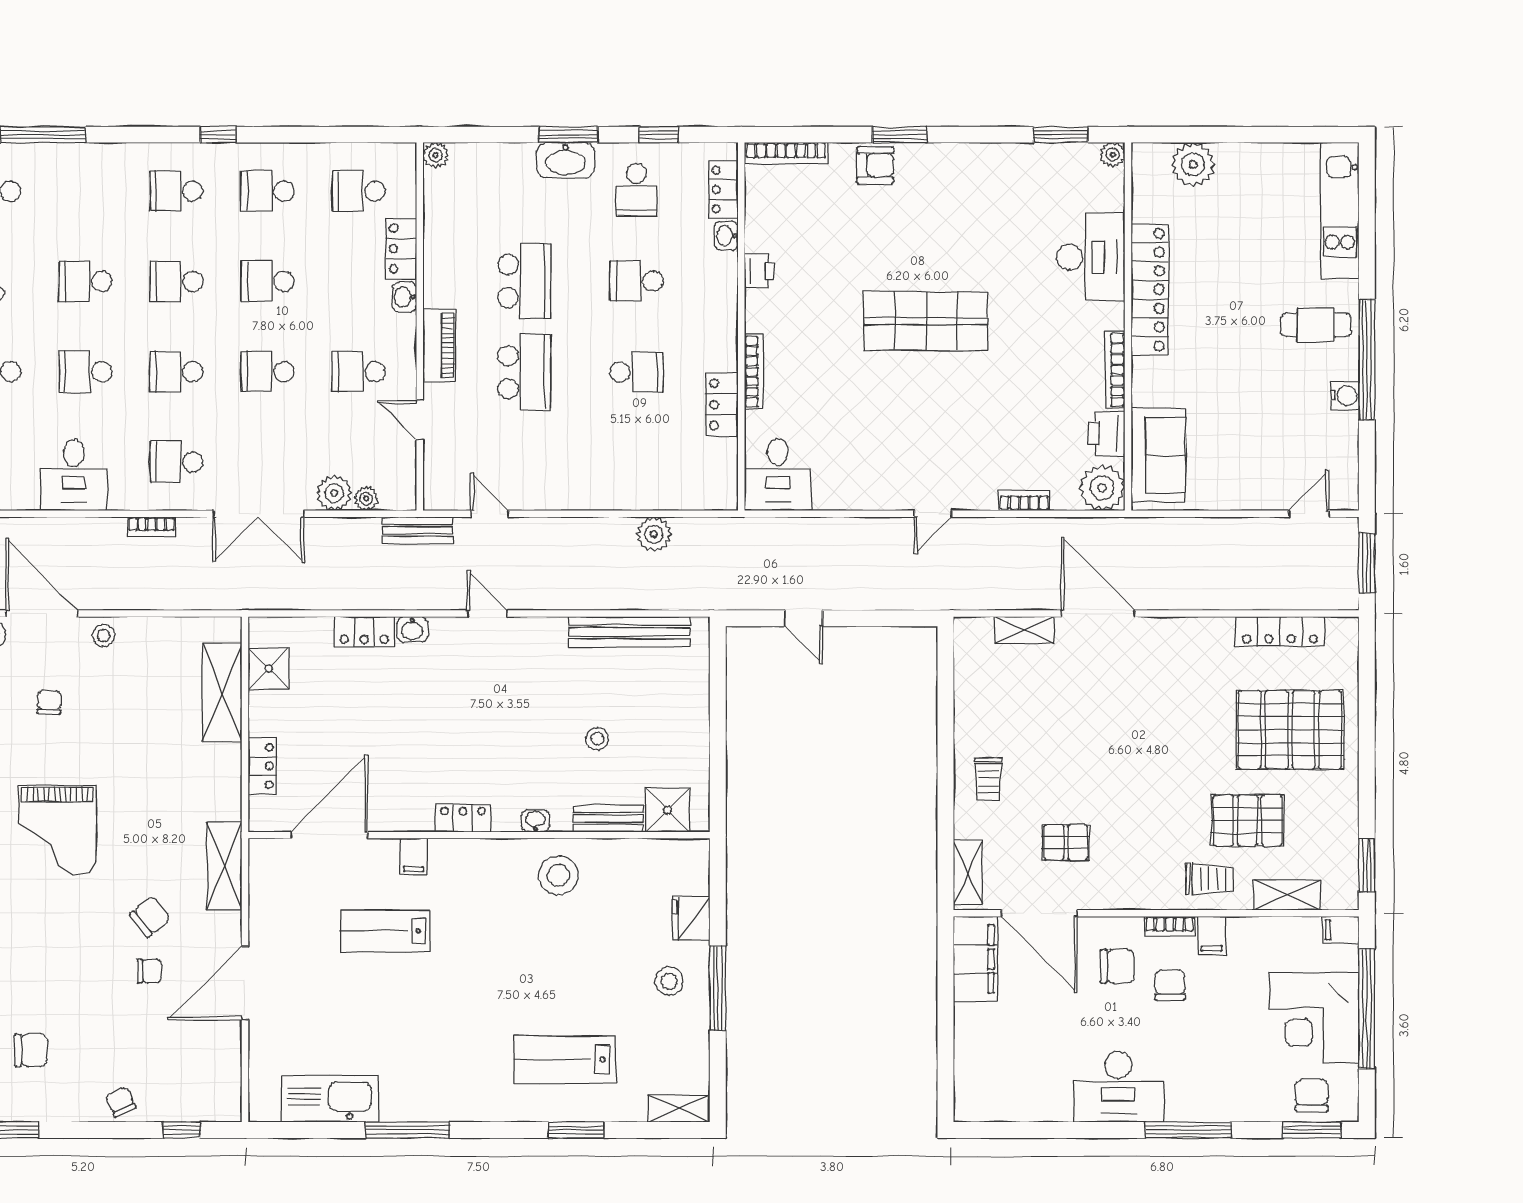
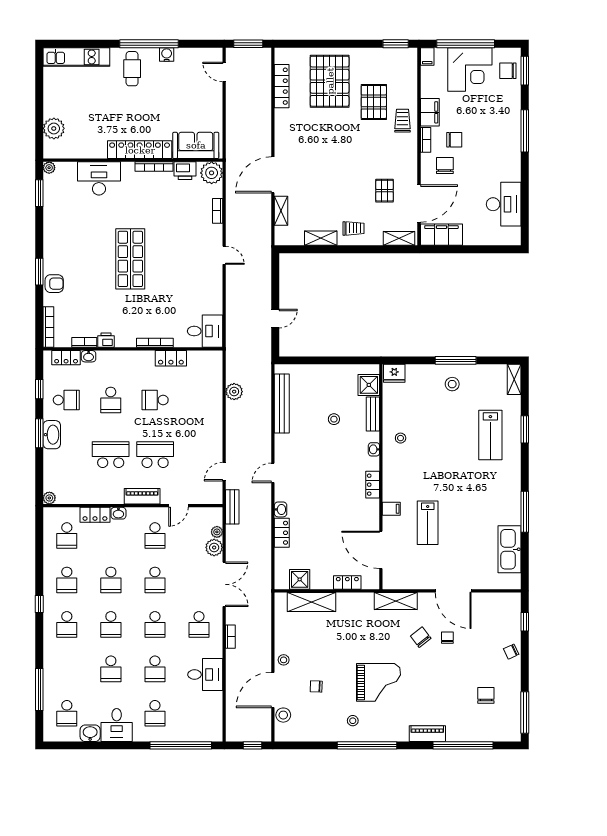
armchair: (875, 165) -> (54, 284), turned 90
bookcase: (755, 227) -> (84, 342), added
locker: (1150, 290) -> (140, 150), moved
school desk: (637, 372) -> (155, 400), turned -90
stool: (558, 875) -> (401, 438), width x0.53, depth x0.53
shelving: (1287, 895) -> (321, 238), moved, turned 90
fridge: (691, 918) -> (394, 373), moved
filing cabinet: (1212, 935) -> (430, 112), width x2.00
chair: (1170, 985) -> (454, 140), turned 180
desk: (1118, 1087) -> (504, 204), moved

